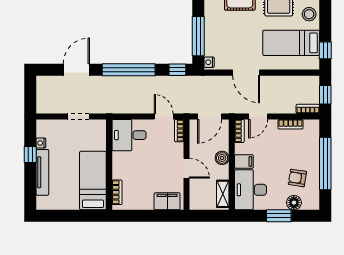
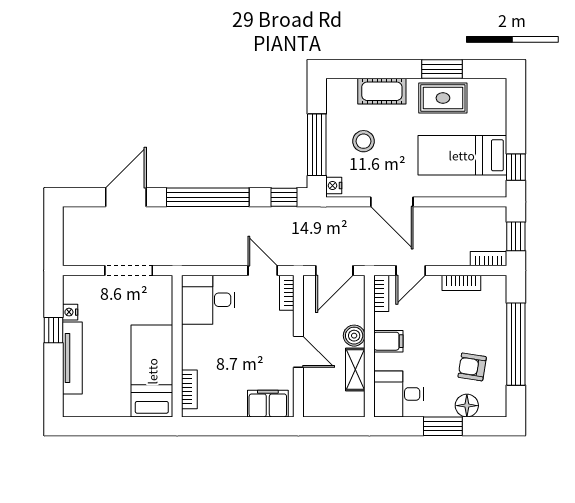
stool: (309, 14) -> (363, 141), moved
doorway: (78, 116) -> (129, 271), width x1.38
desk: (251, 190) -> (399, 394), width x0.73
shelving: (223, 194) -> (355, 369), moved

